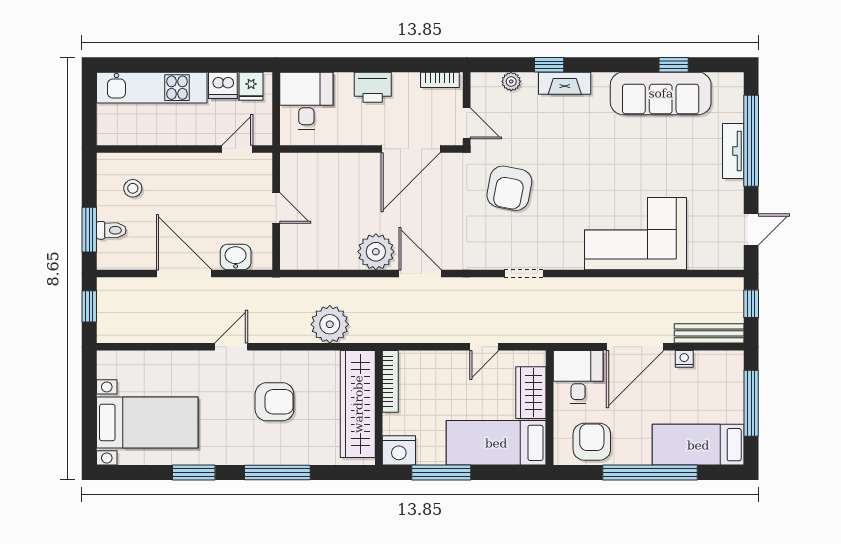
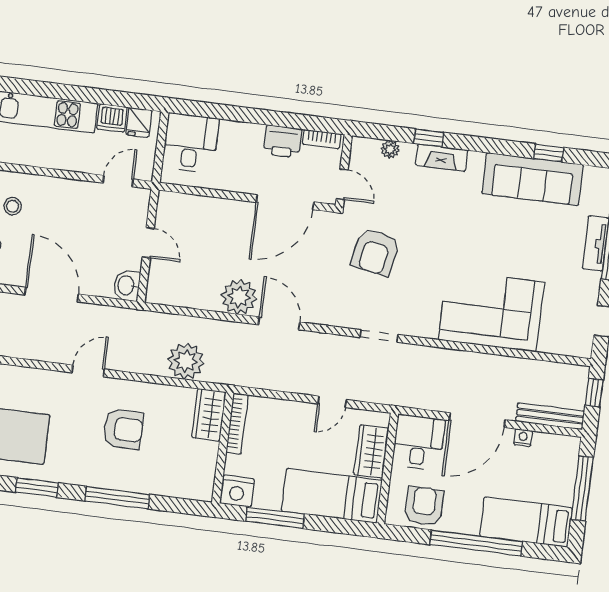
printer: (373, 87) -> (282, 141), moved
washbasin: (236, 257) -> (127, 286), moved, turned -90
wardrobe: (358, 404) -> (209, 415), width x0.48, depth x0.85

